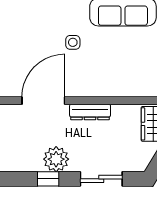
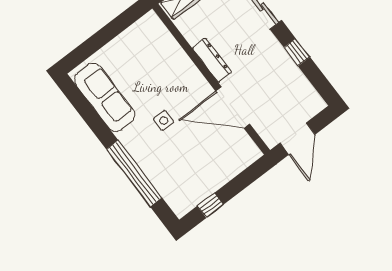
plant: (56, 159) -> (275, 58), removed

